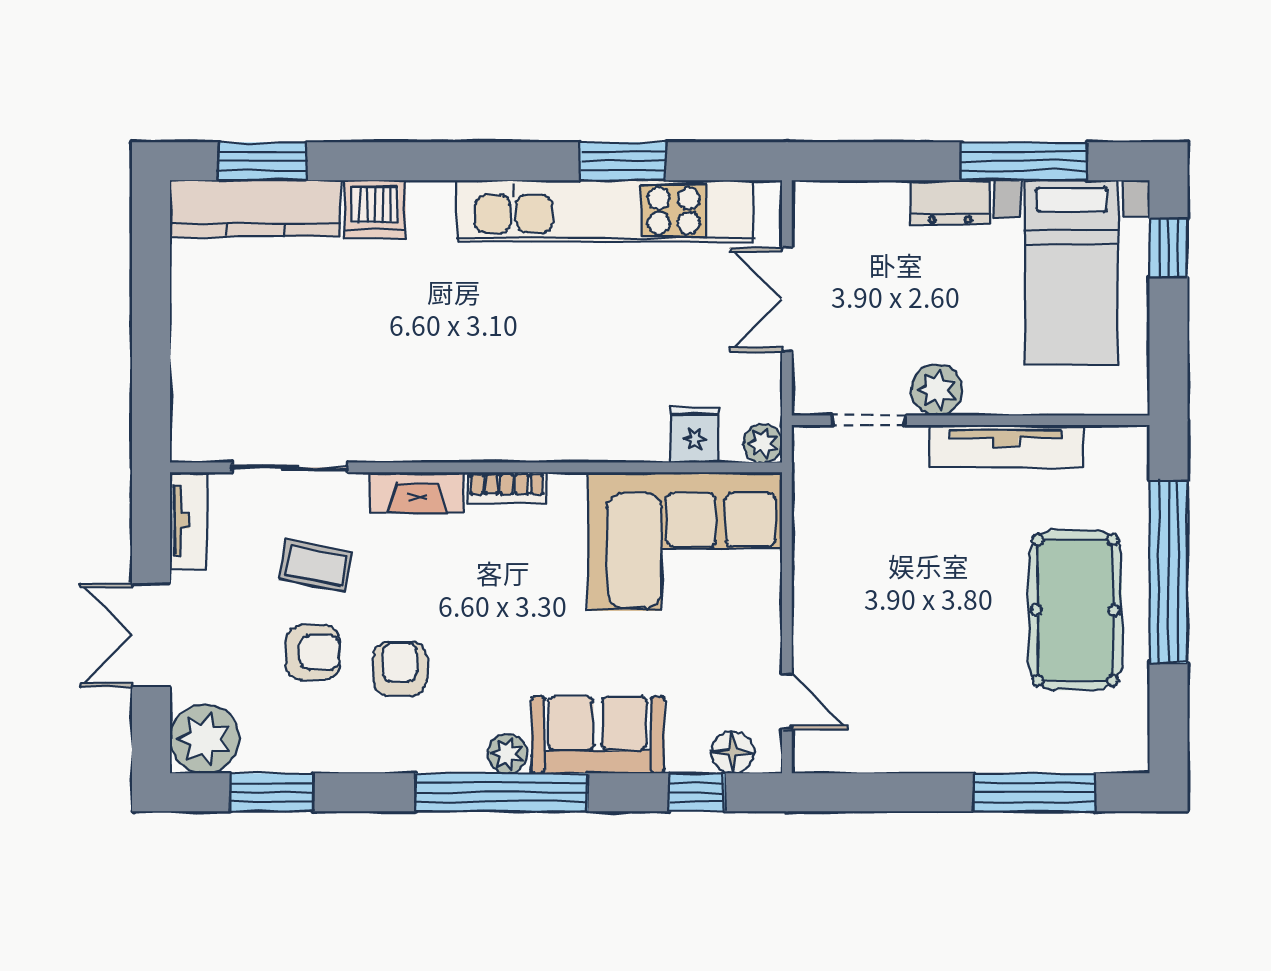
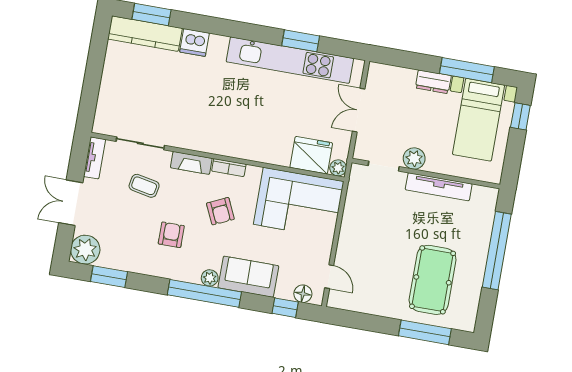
fridge: (695, 434) -> (311, 155), width x1.88, depth x1.34
pool table: (1075, 610) -> (433, 280), moved
armchair: (313, 652) -> (220, 211), moved, turned 65

